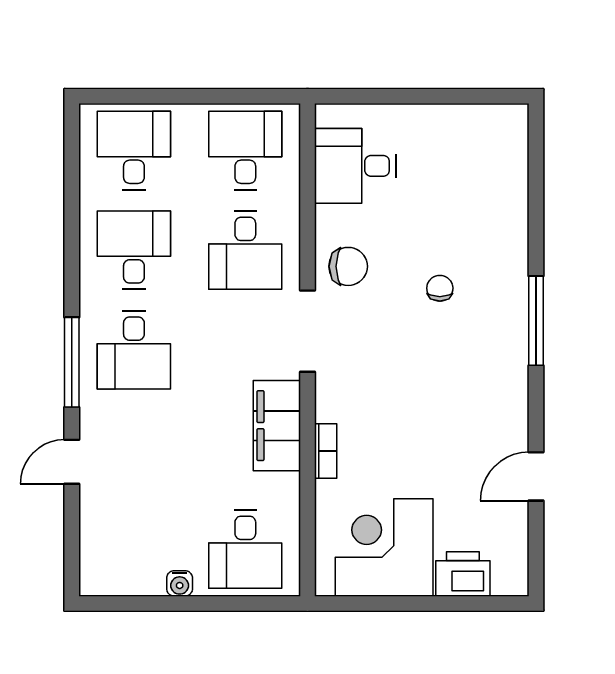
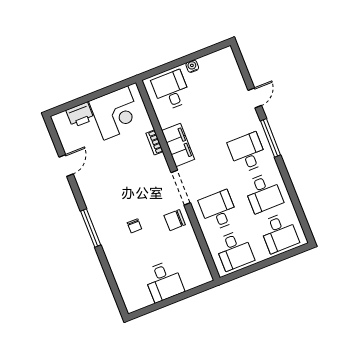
desk: (355, 166) -> (164, 281), moved, turned 90

